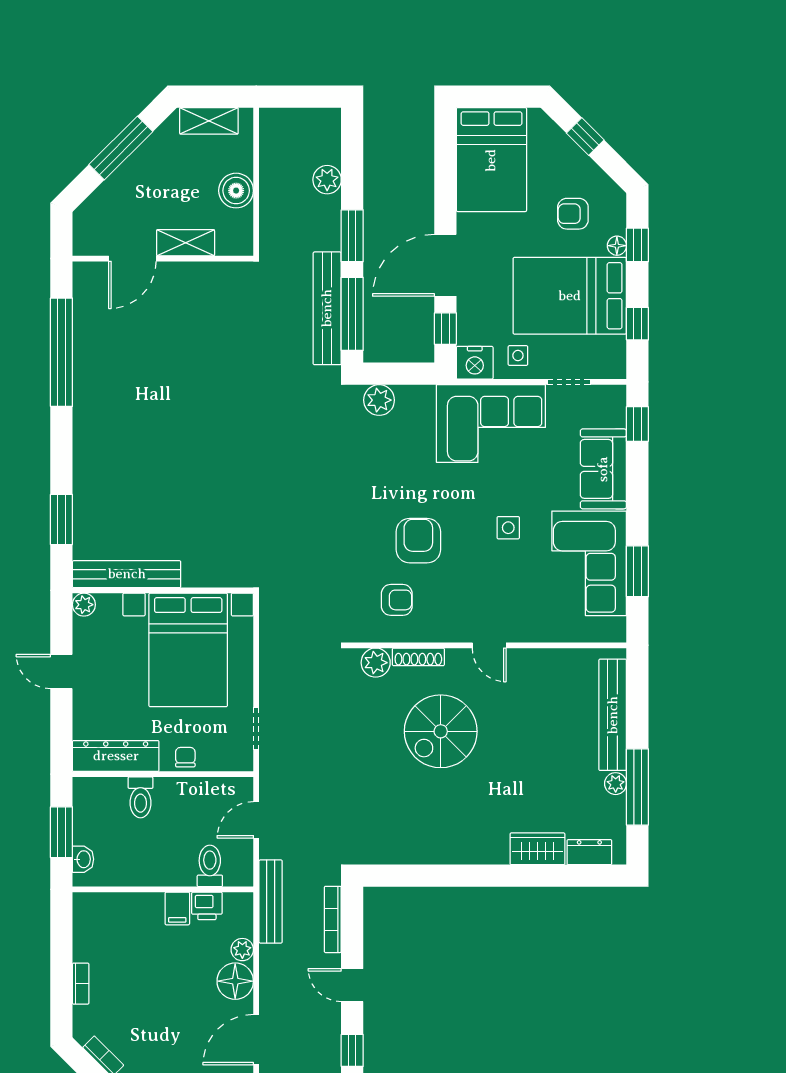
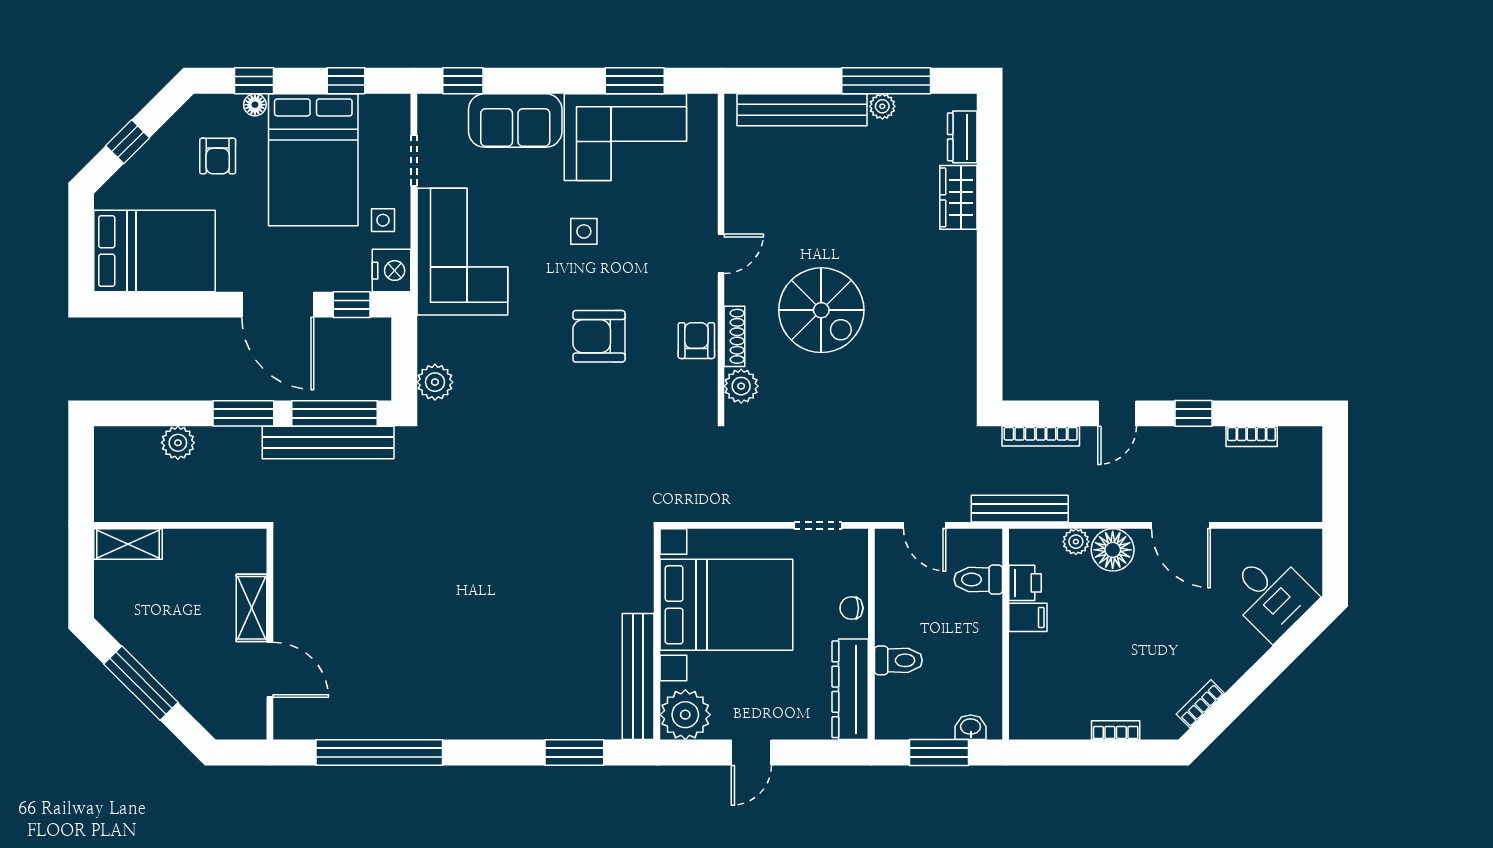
shelving: (209, 121) -> (128, 544), moved, turned 90
boiler: (236, 191) -> (191, 549), removed
armchair: (397, 600) -> (696, 341), moved
plant: (84, 605) -> (685, 715), width x1.87, depth x1.87

